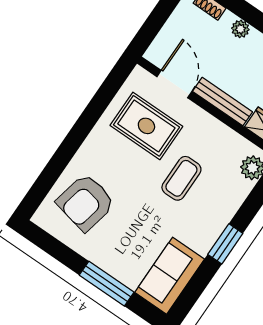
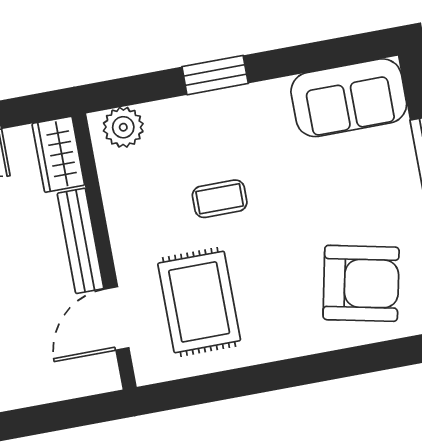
coffee table: (181, 178) -> (220, 199), width x0.73, depth x0.77
window: (225, 244) -> (215, 75), moved

